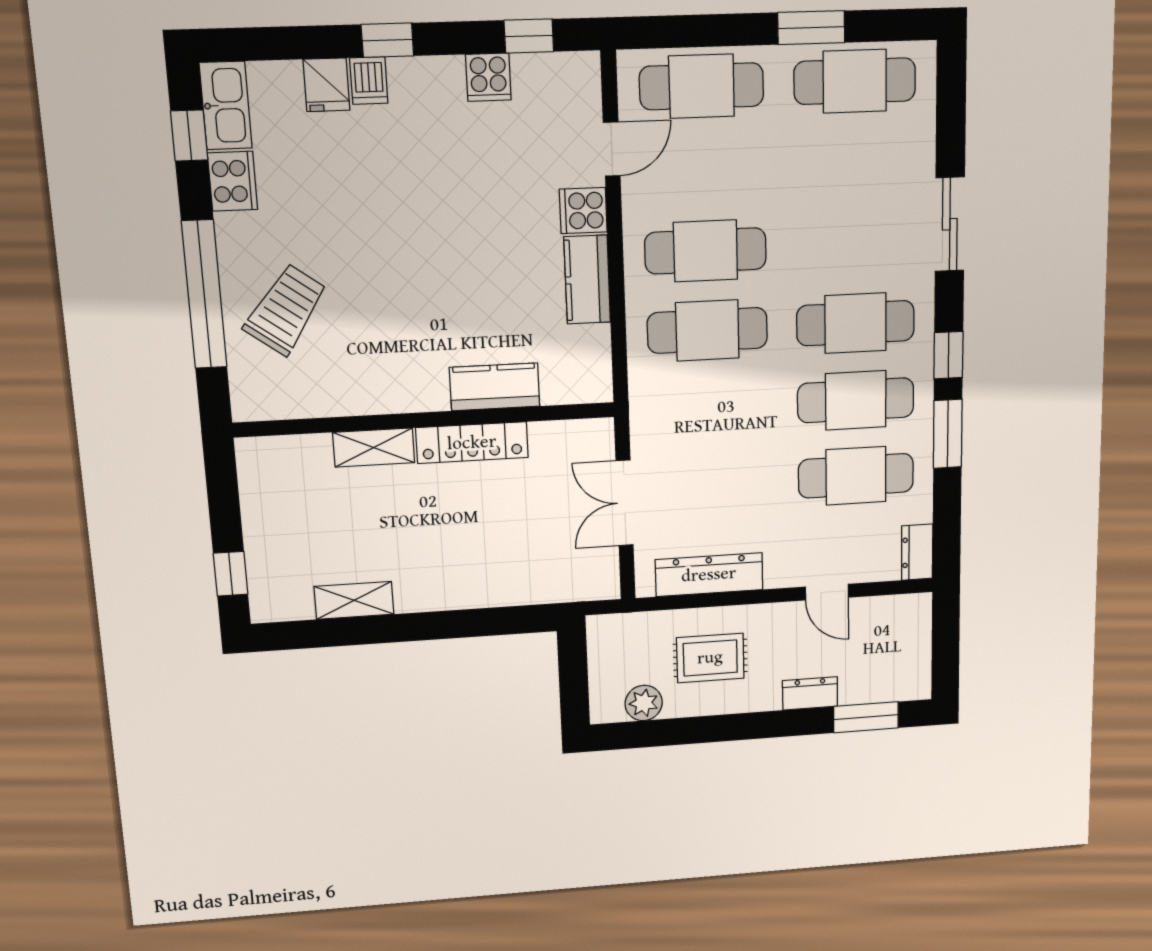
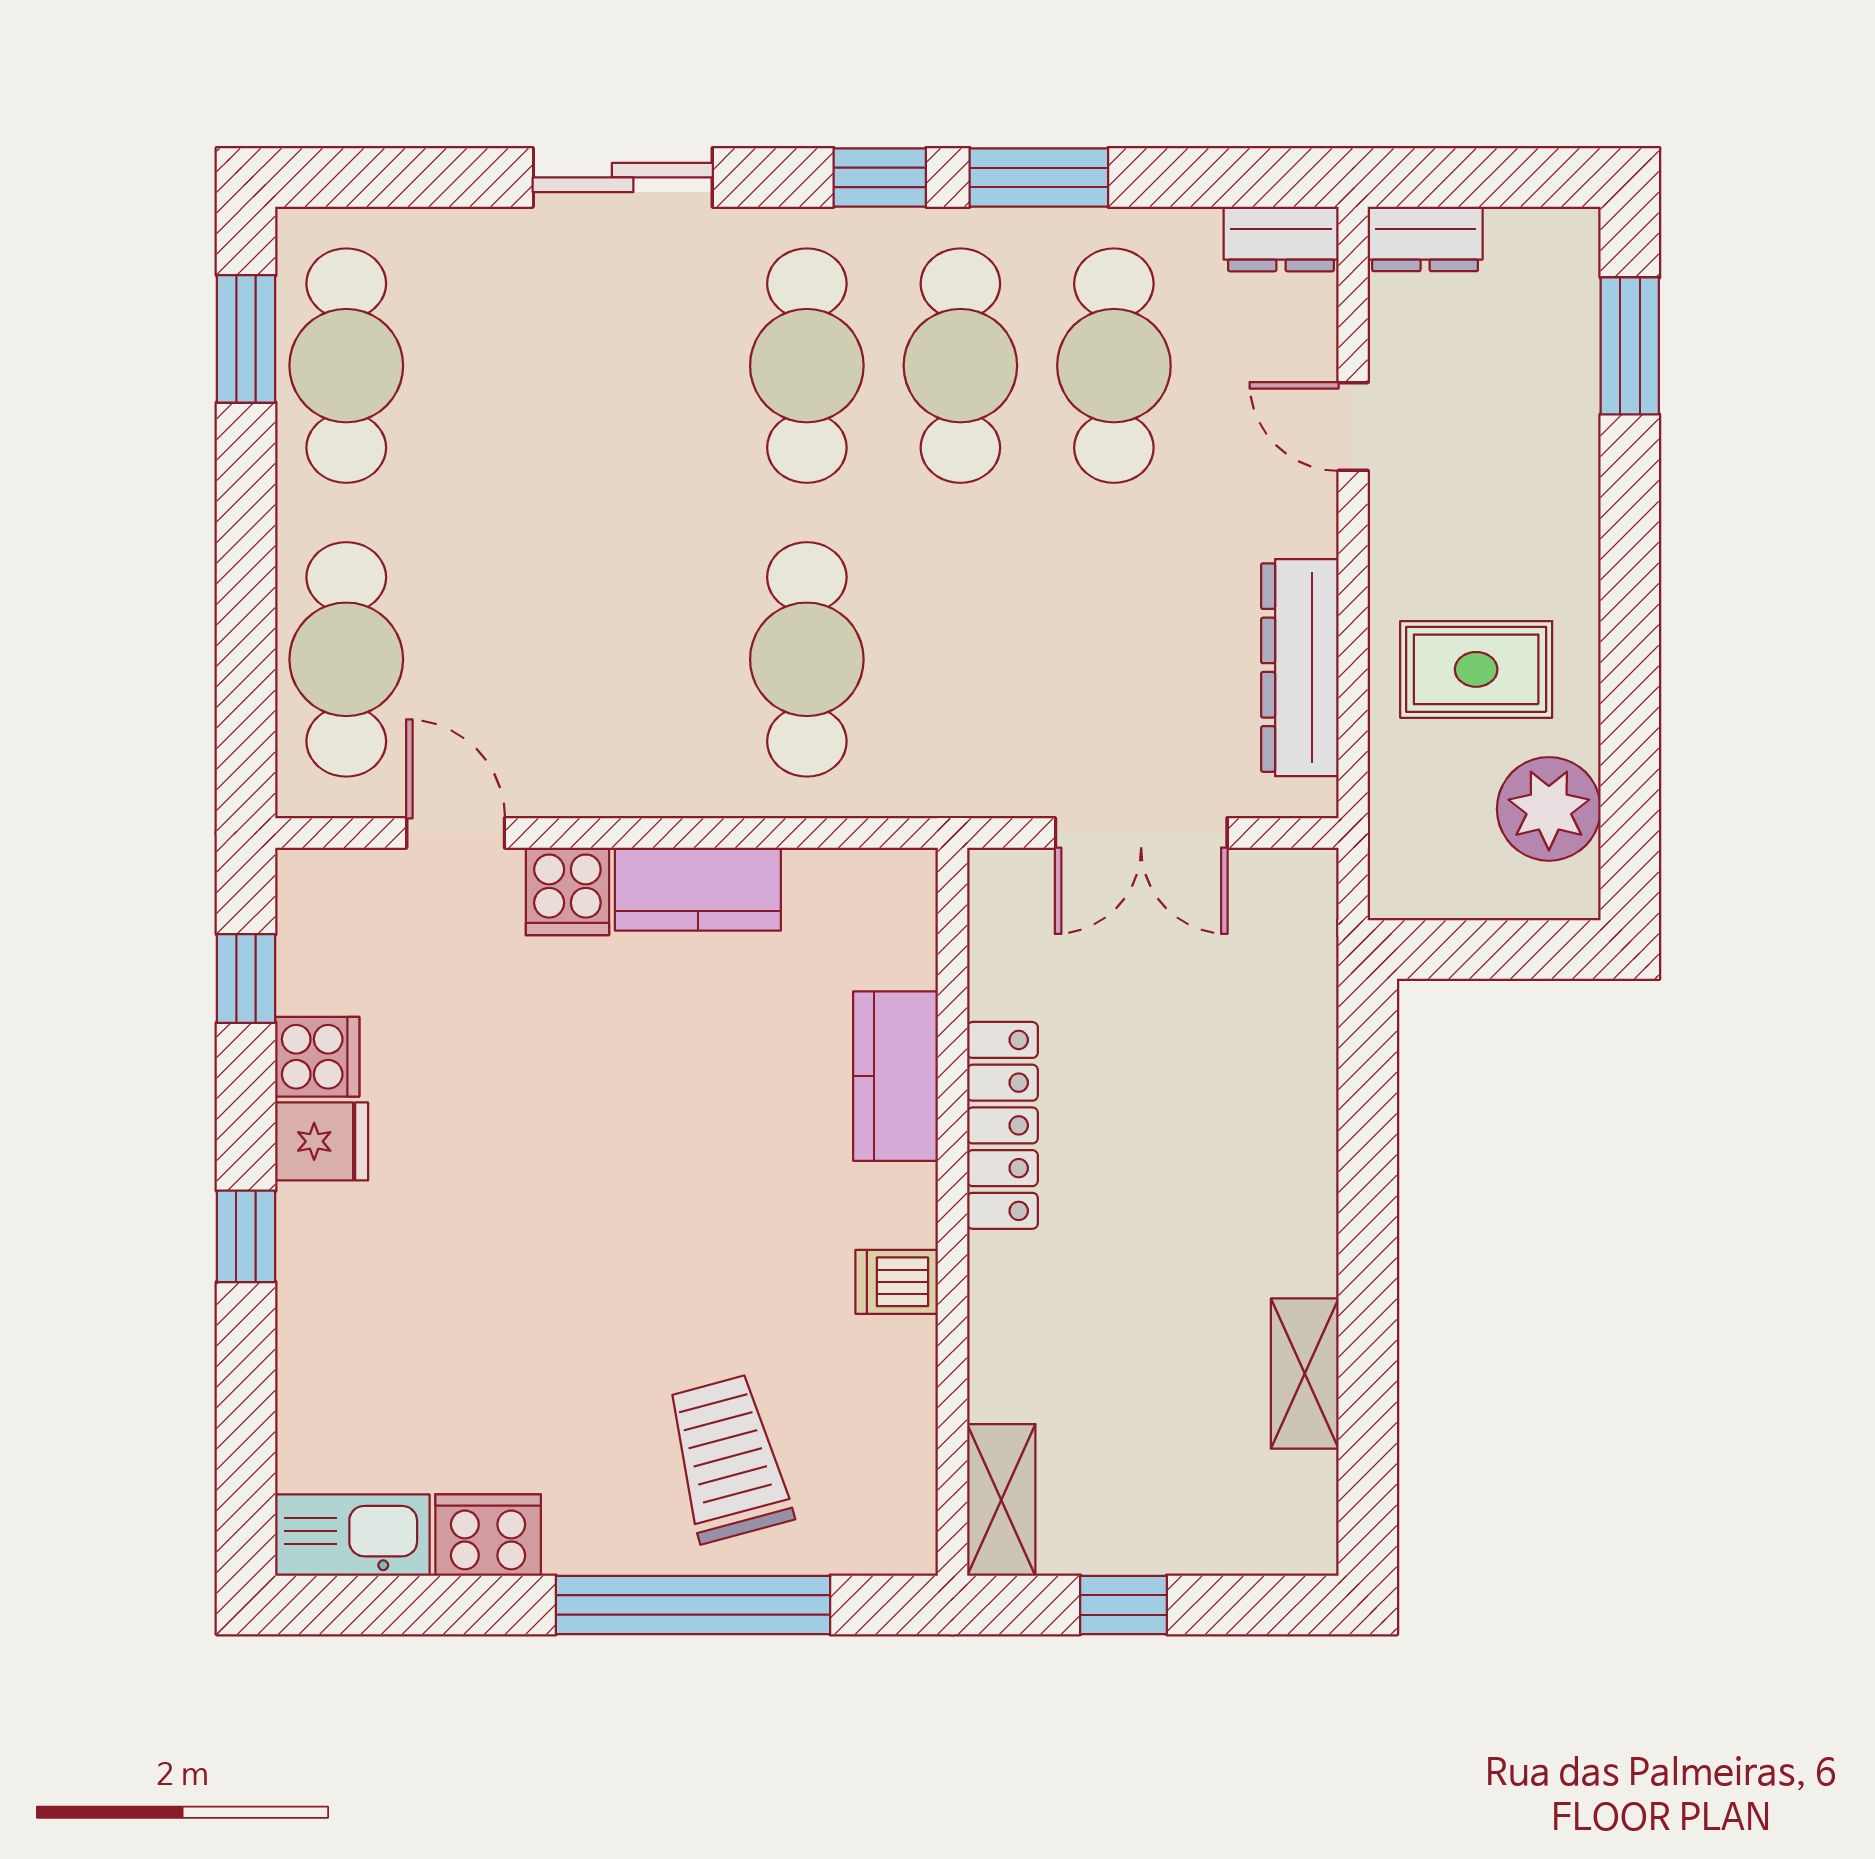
window: (811, 28) -> (246, 339), moved
dishwasher: (369, 81) -> (897, 1282), moved, turned 180
fridge: (327, 85) -> (322, 1141), moved
window: (189, 136) -> (403, 1605), removed
cafe table: (706, 251) -> (653, 659), removed
trolley: (286, 310) -> (728, 1459), turned 39
shelving: (374, 447) -> (1001, 1500), moved
window: (231, 574) -> (1124, 1605), moved
door: (827, 592) -> (1353, 426), swing flipped
rug: (710, 658) -> (1476, 669), turned 90
dresser: (810, 693) -> (1425, 239), moved, turned -90
plant: (644, 703) -> (1549, 809), width x1.36, depth x1.36

